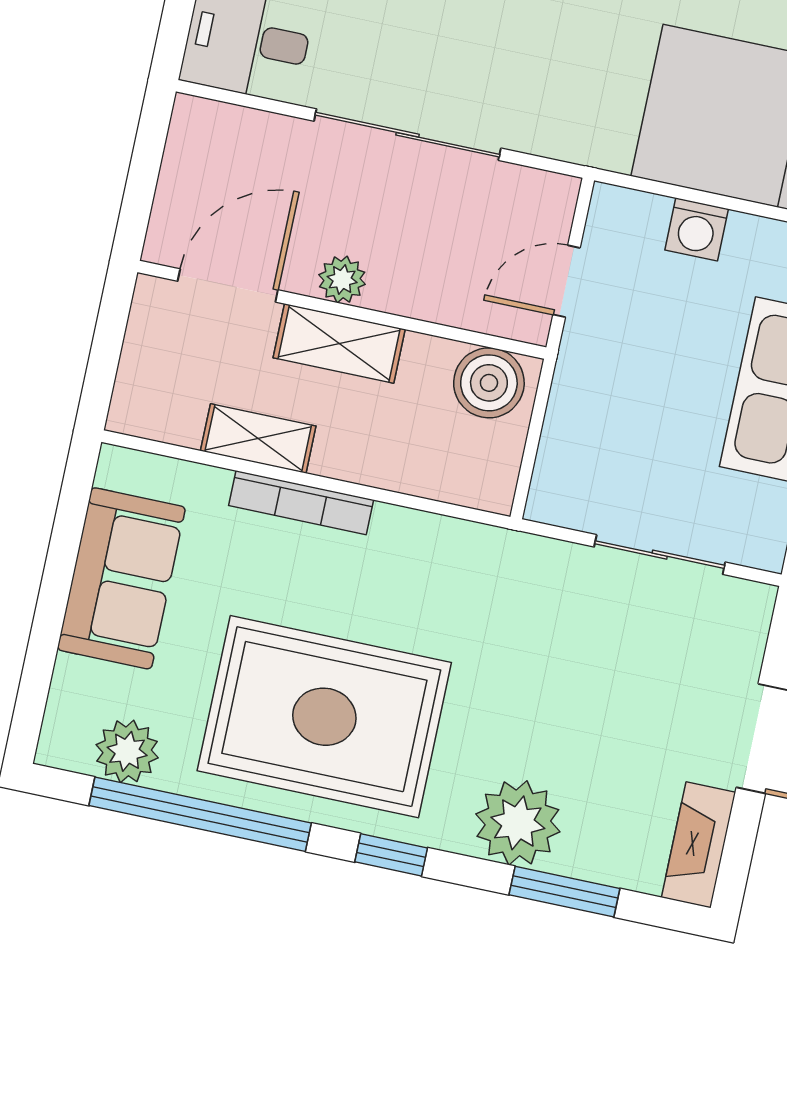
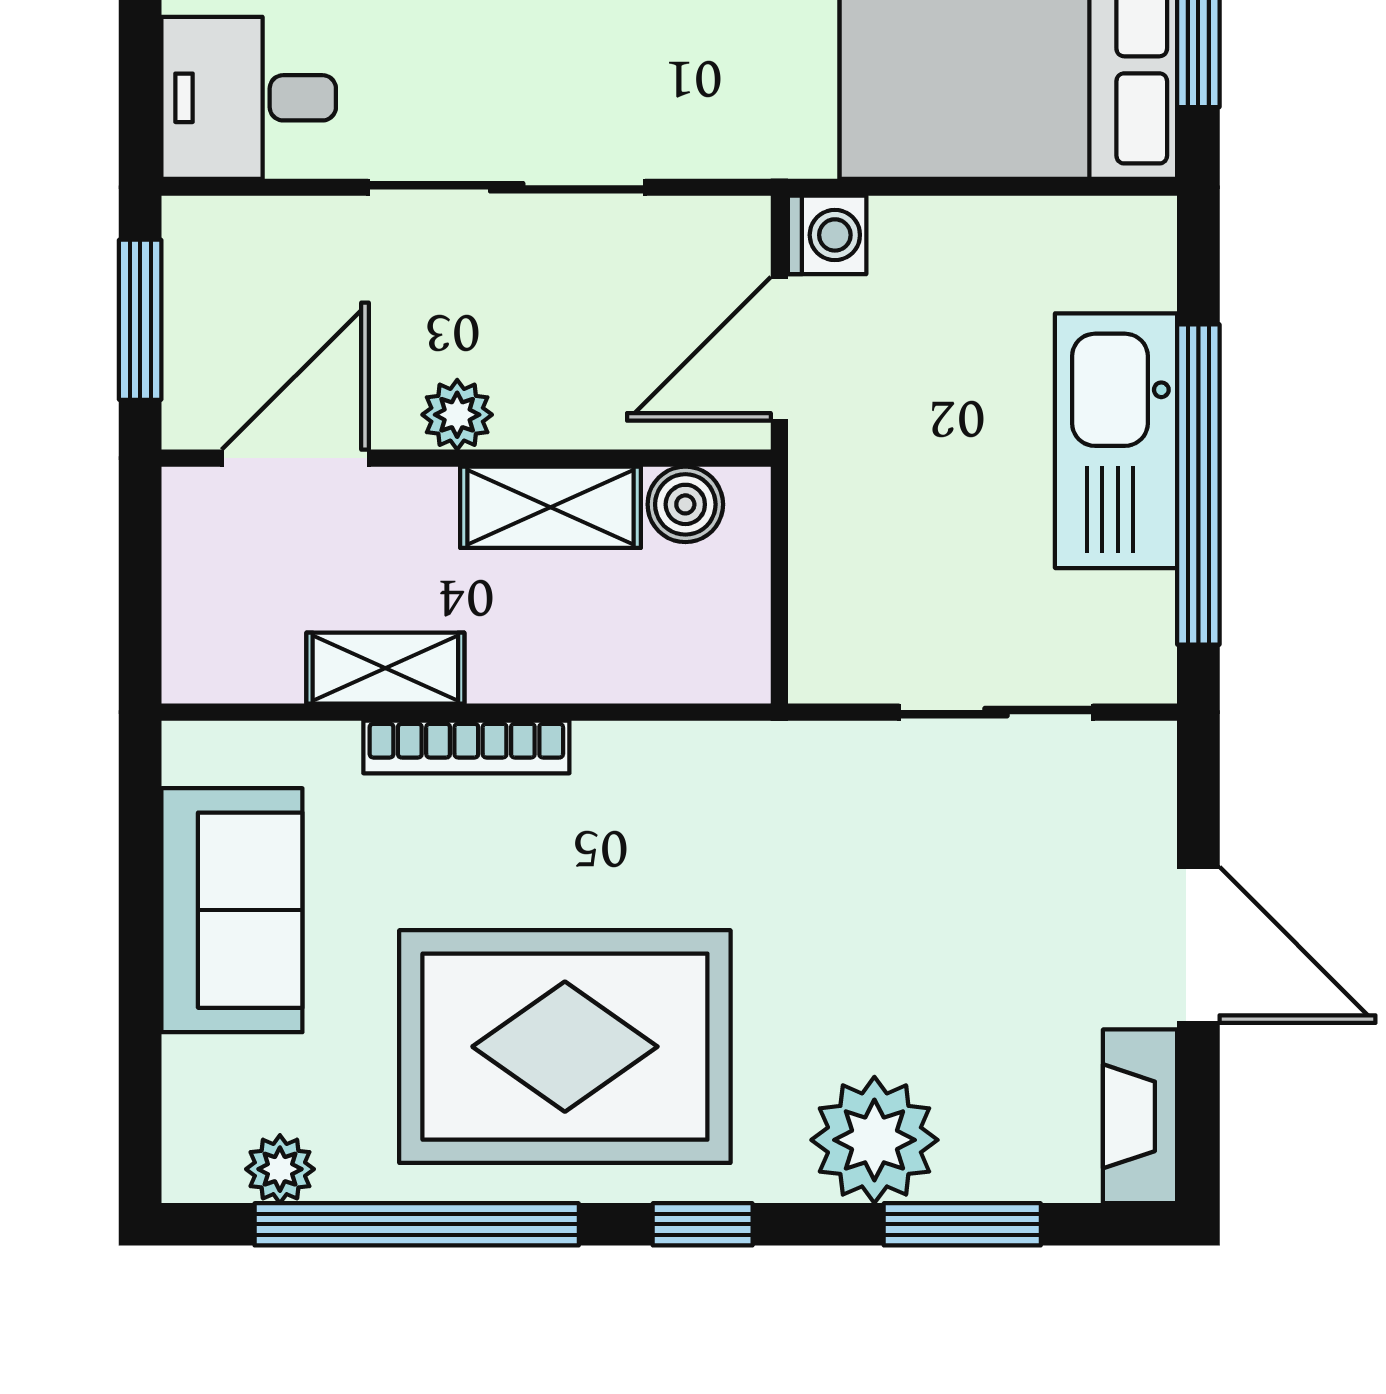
window: (144, 171) -> (140, 320), added
washing machine: (697, 229) -> (827, 235), moved, turned -90
door: (567, 281) -> (779, 349), width x1.38
shelving: (339, 343) -> (551, 507), moved
boiler: (489, 383) -> (685, 504), width x0.73, depth x0.73
plant: (127, 751) -> (280, 1169), width x0.73, depth x0.73

